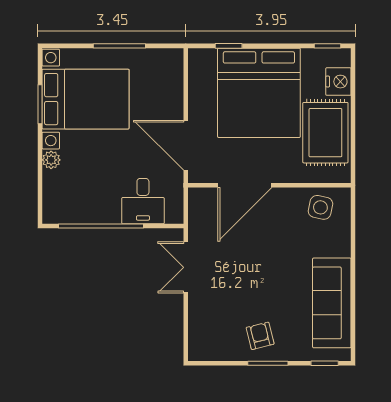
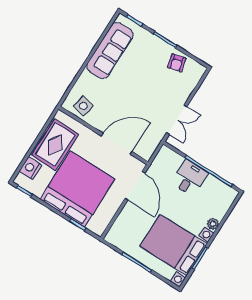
desk: (143, 201) -> (189, 178), moved
armchair: (260, 336) -> (177, 63), moved

